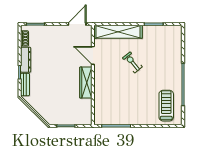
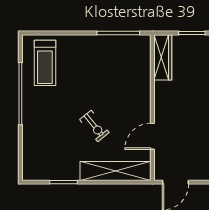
door: (93, 55) -> (152, 136), swing flipped
wardrobe: (86, 83) -> (163, 57), moved

